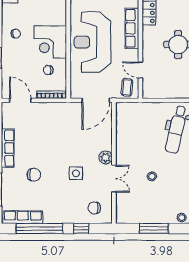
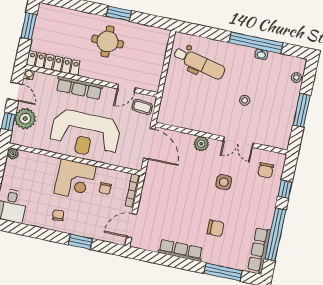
plant: (106, 157) -> (201, 144), moved
chair: (34, 175) -> (216, 228), turned 90
double door: (114, 179) -> (238, 142), swing flipped

